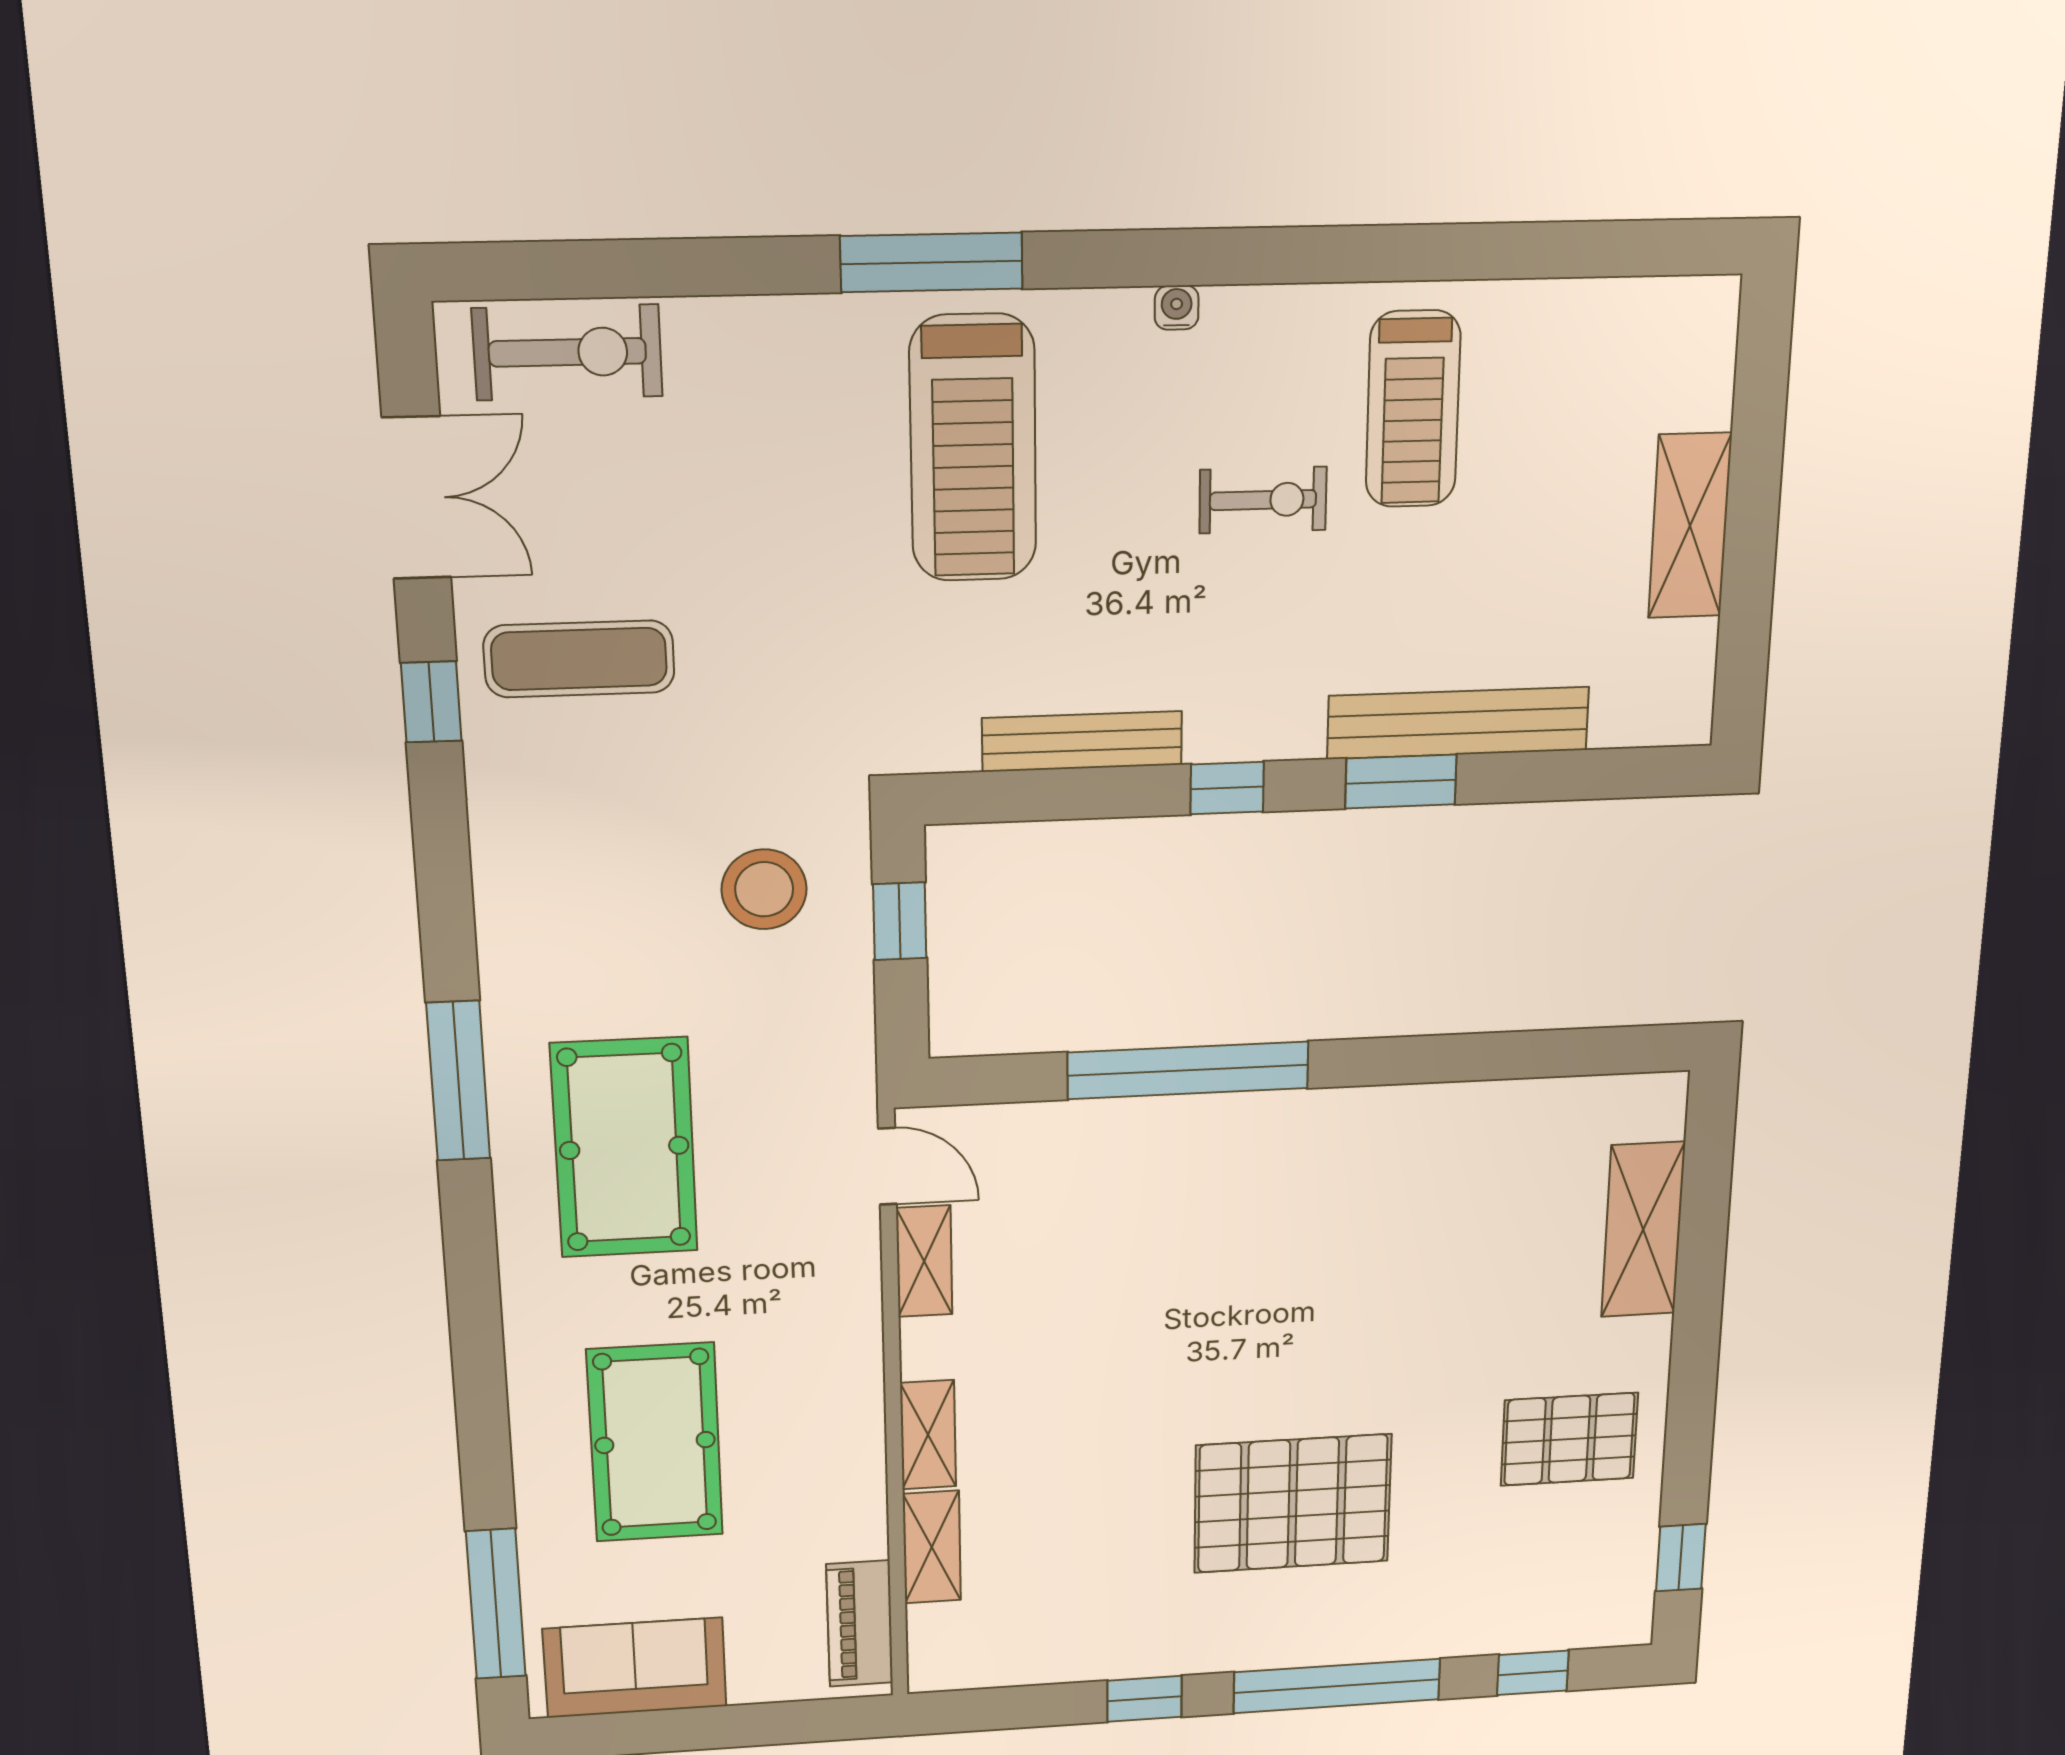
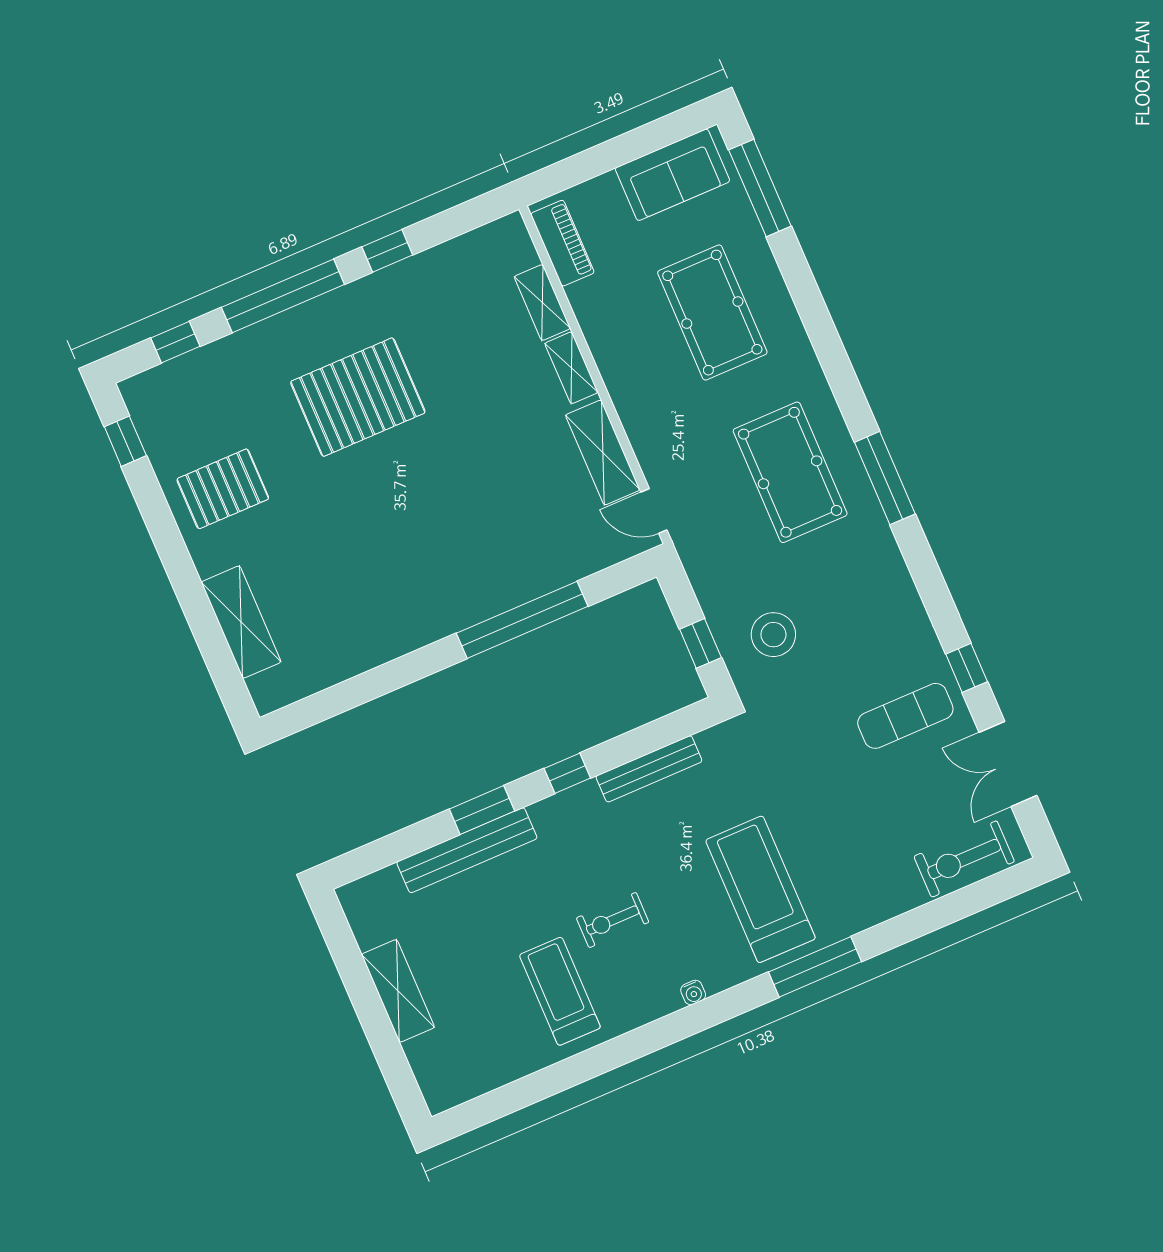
shelving: (924, 1261) -> (603, 453), width x1.50, depth x1.33

